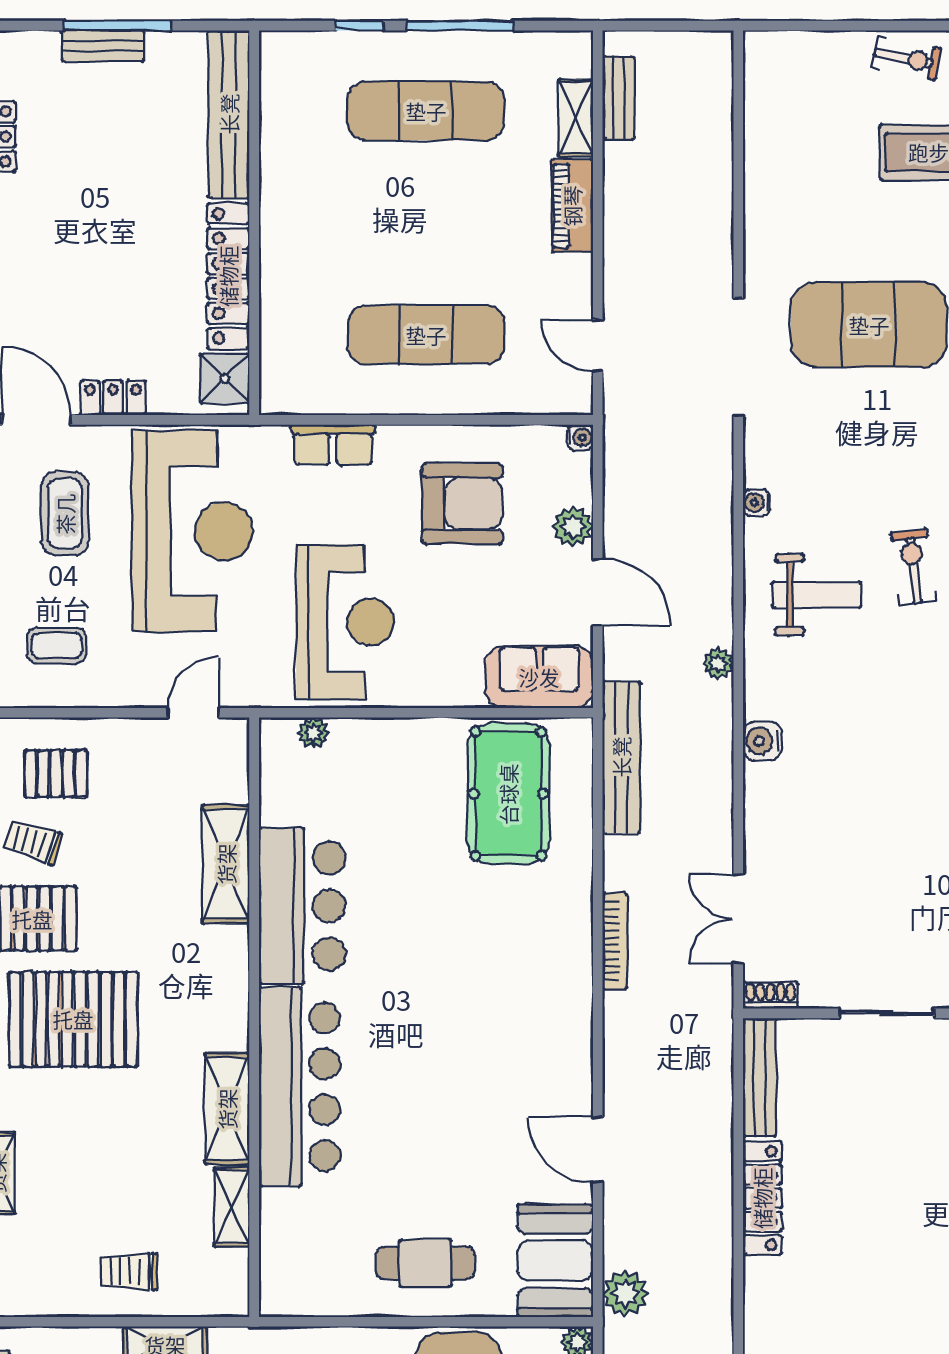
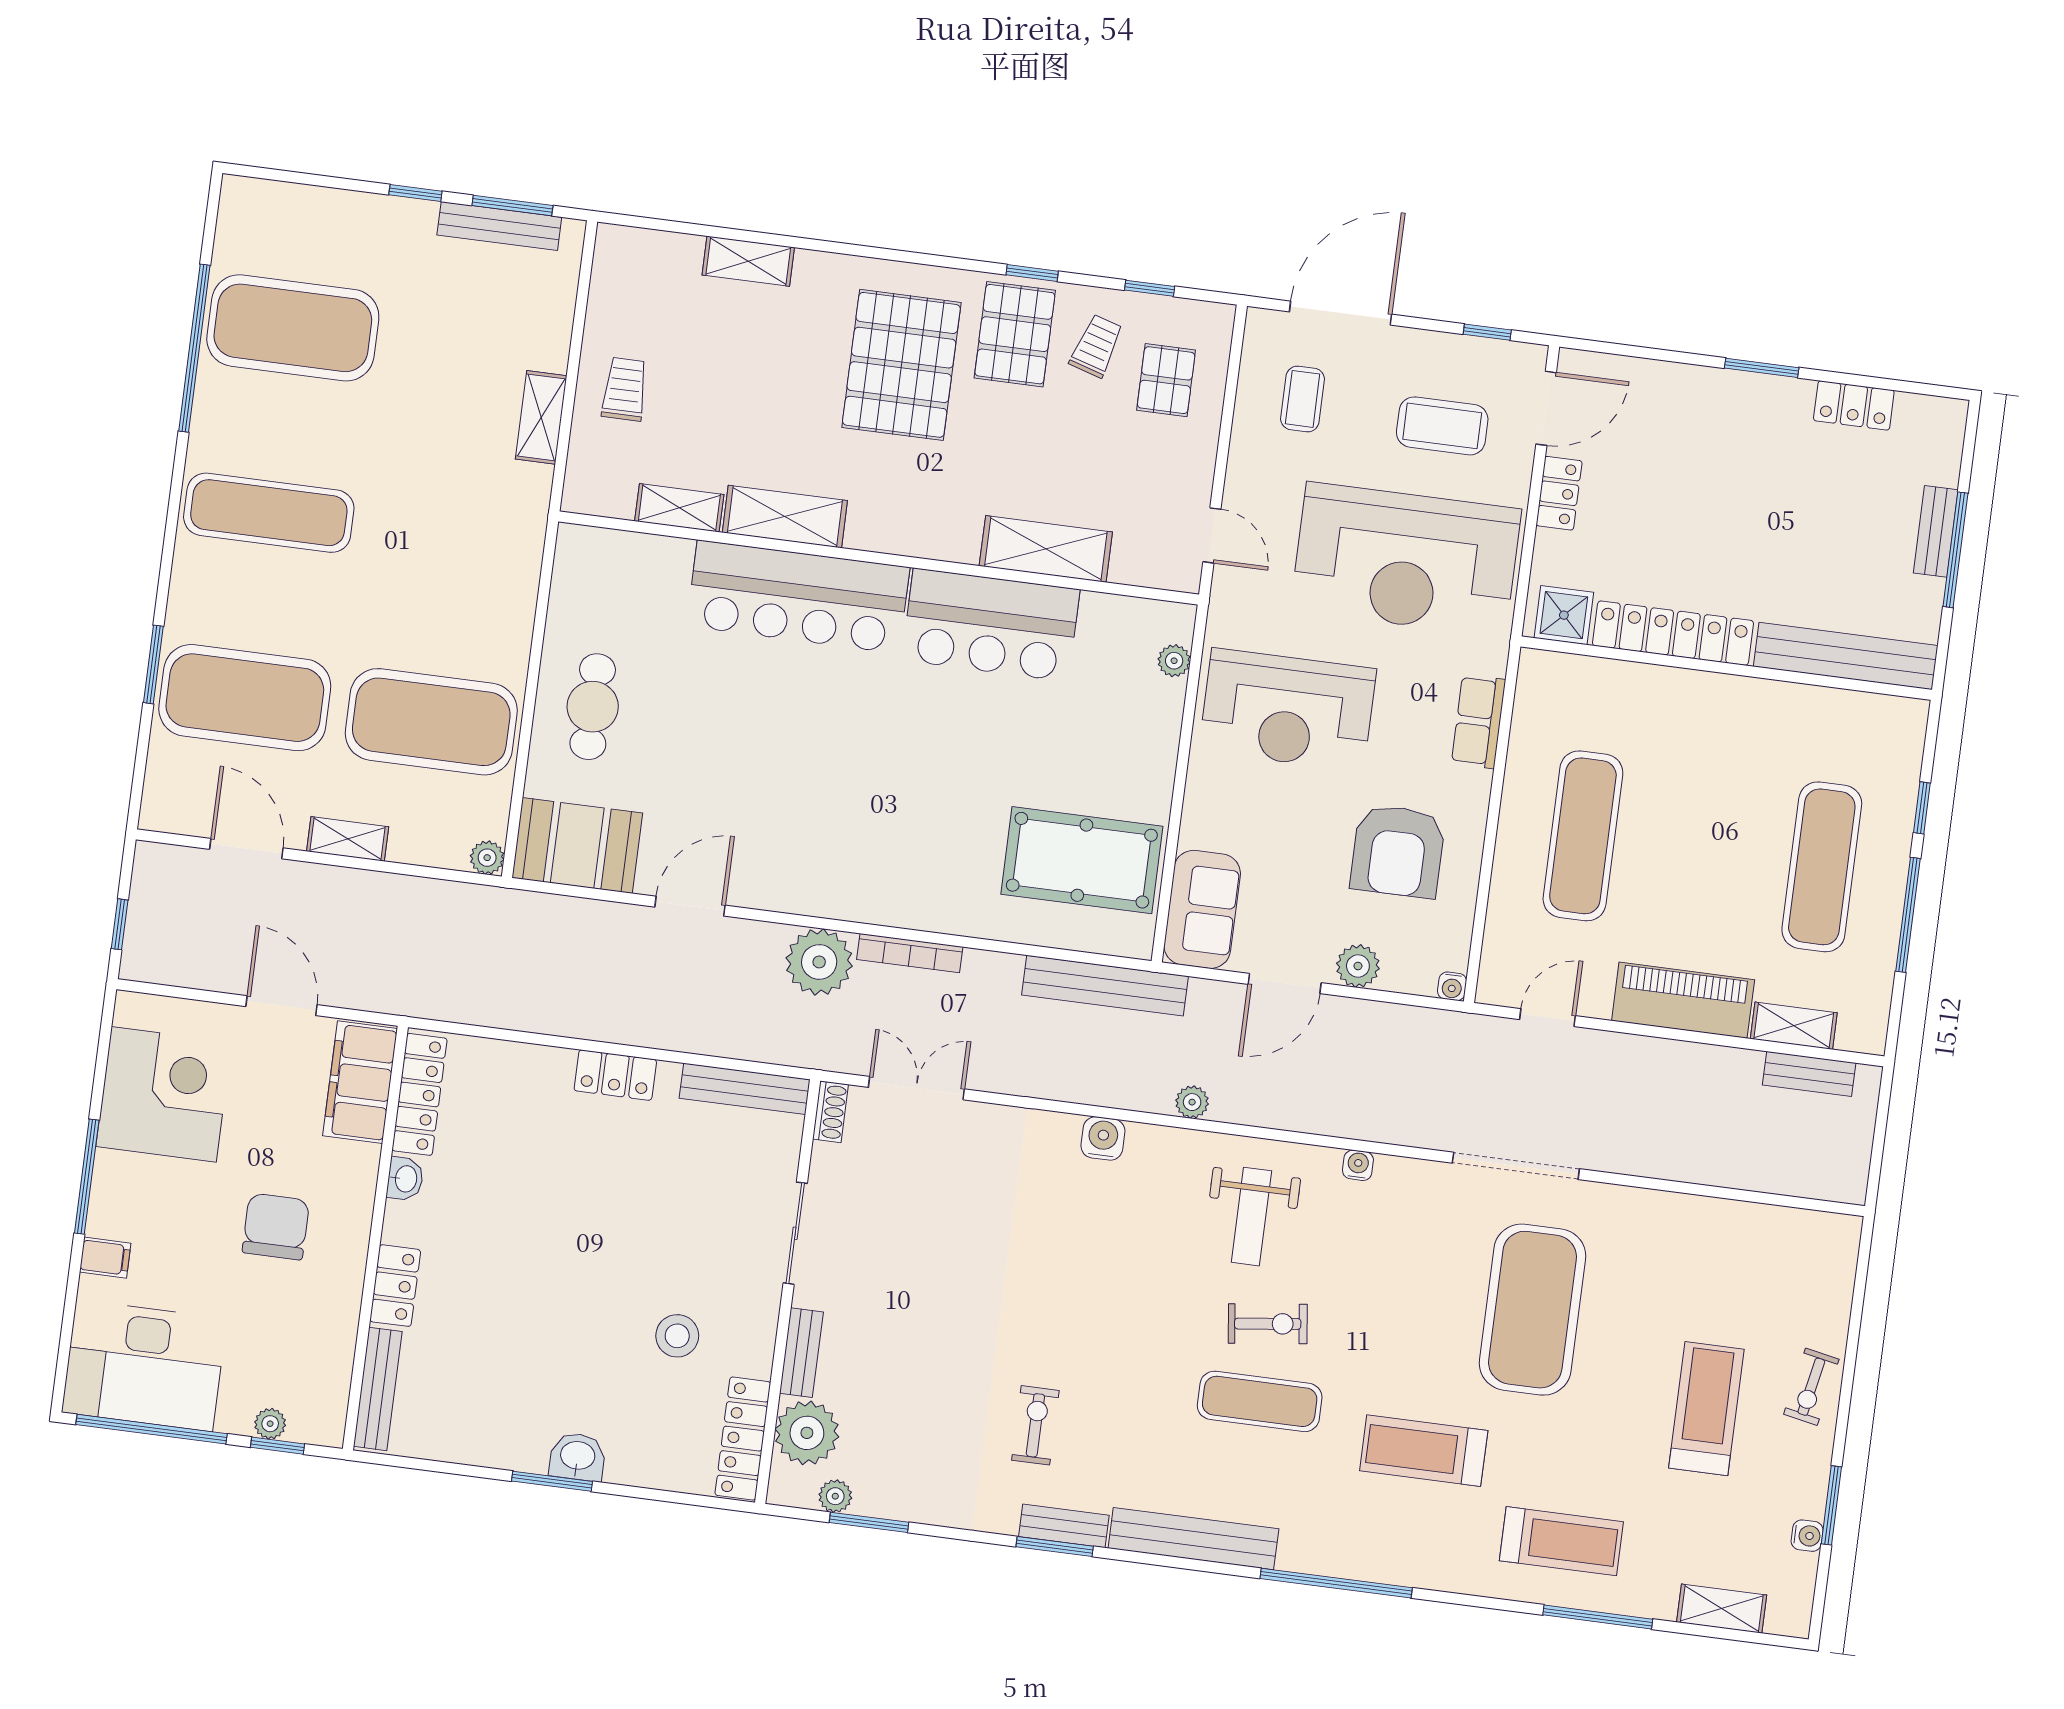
piano: (572, 206) -> (1683, 1000), width x1.37, depth x1.33
locker: (762, 1198) -> (615, 1075), width x0.66
plant: (625, 1293) -> (819, 962), moved, width x1.36, depth x1.36

